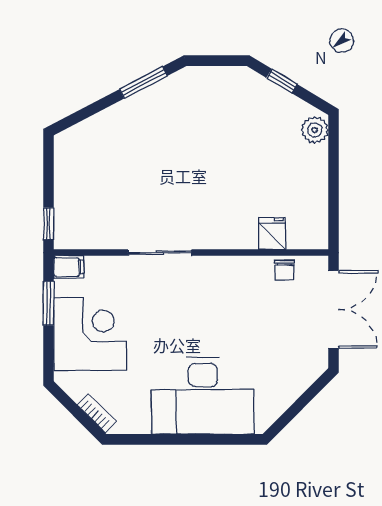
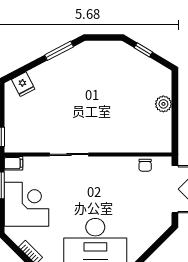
plant: (315, 130) -> (163, 104), moved
fridge: (272, 233) -> (23, 84), moved, turned 152

